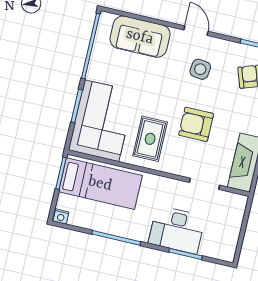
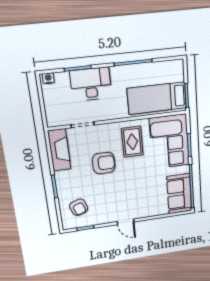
sofa: (140, 37) -> (179, 194), moved, turned -90
side table: (200, 69) -> (114, 199), removed
nightstand: (61, 217) -> (48, 78), moved

